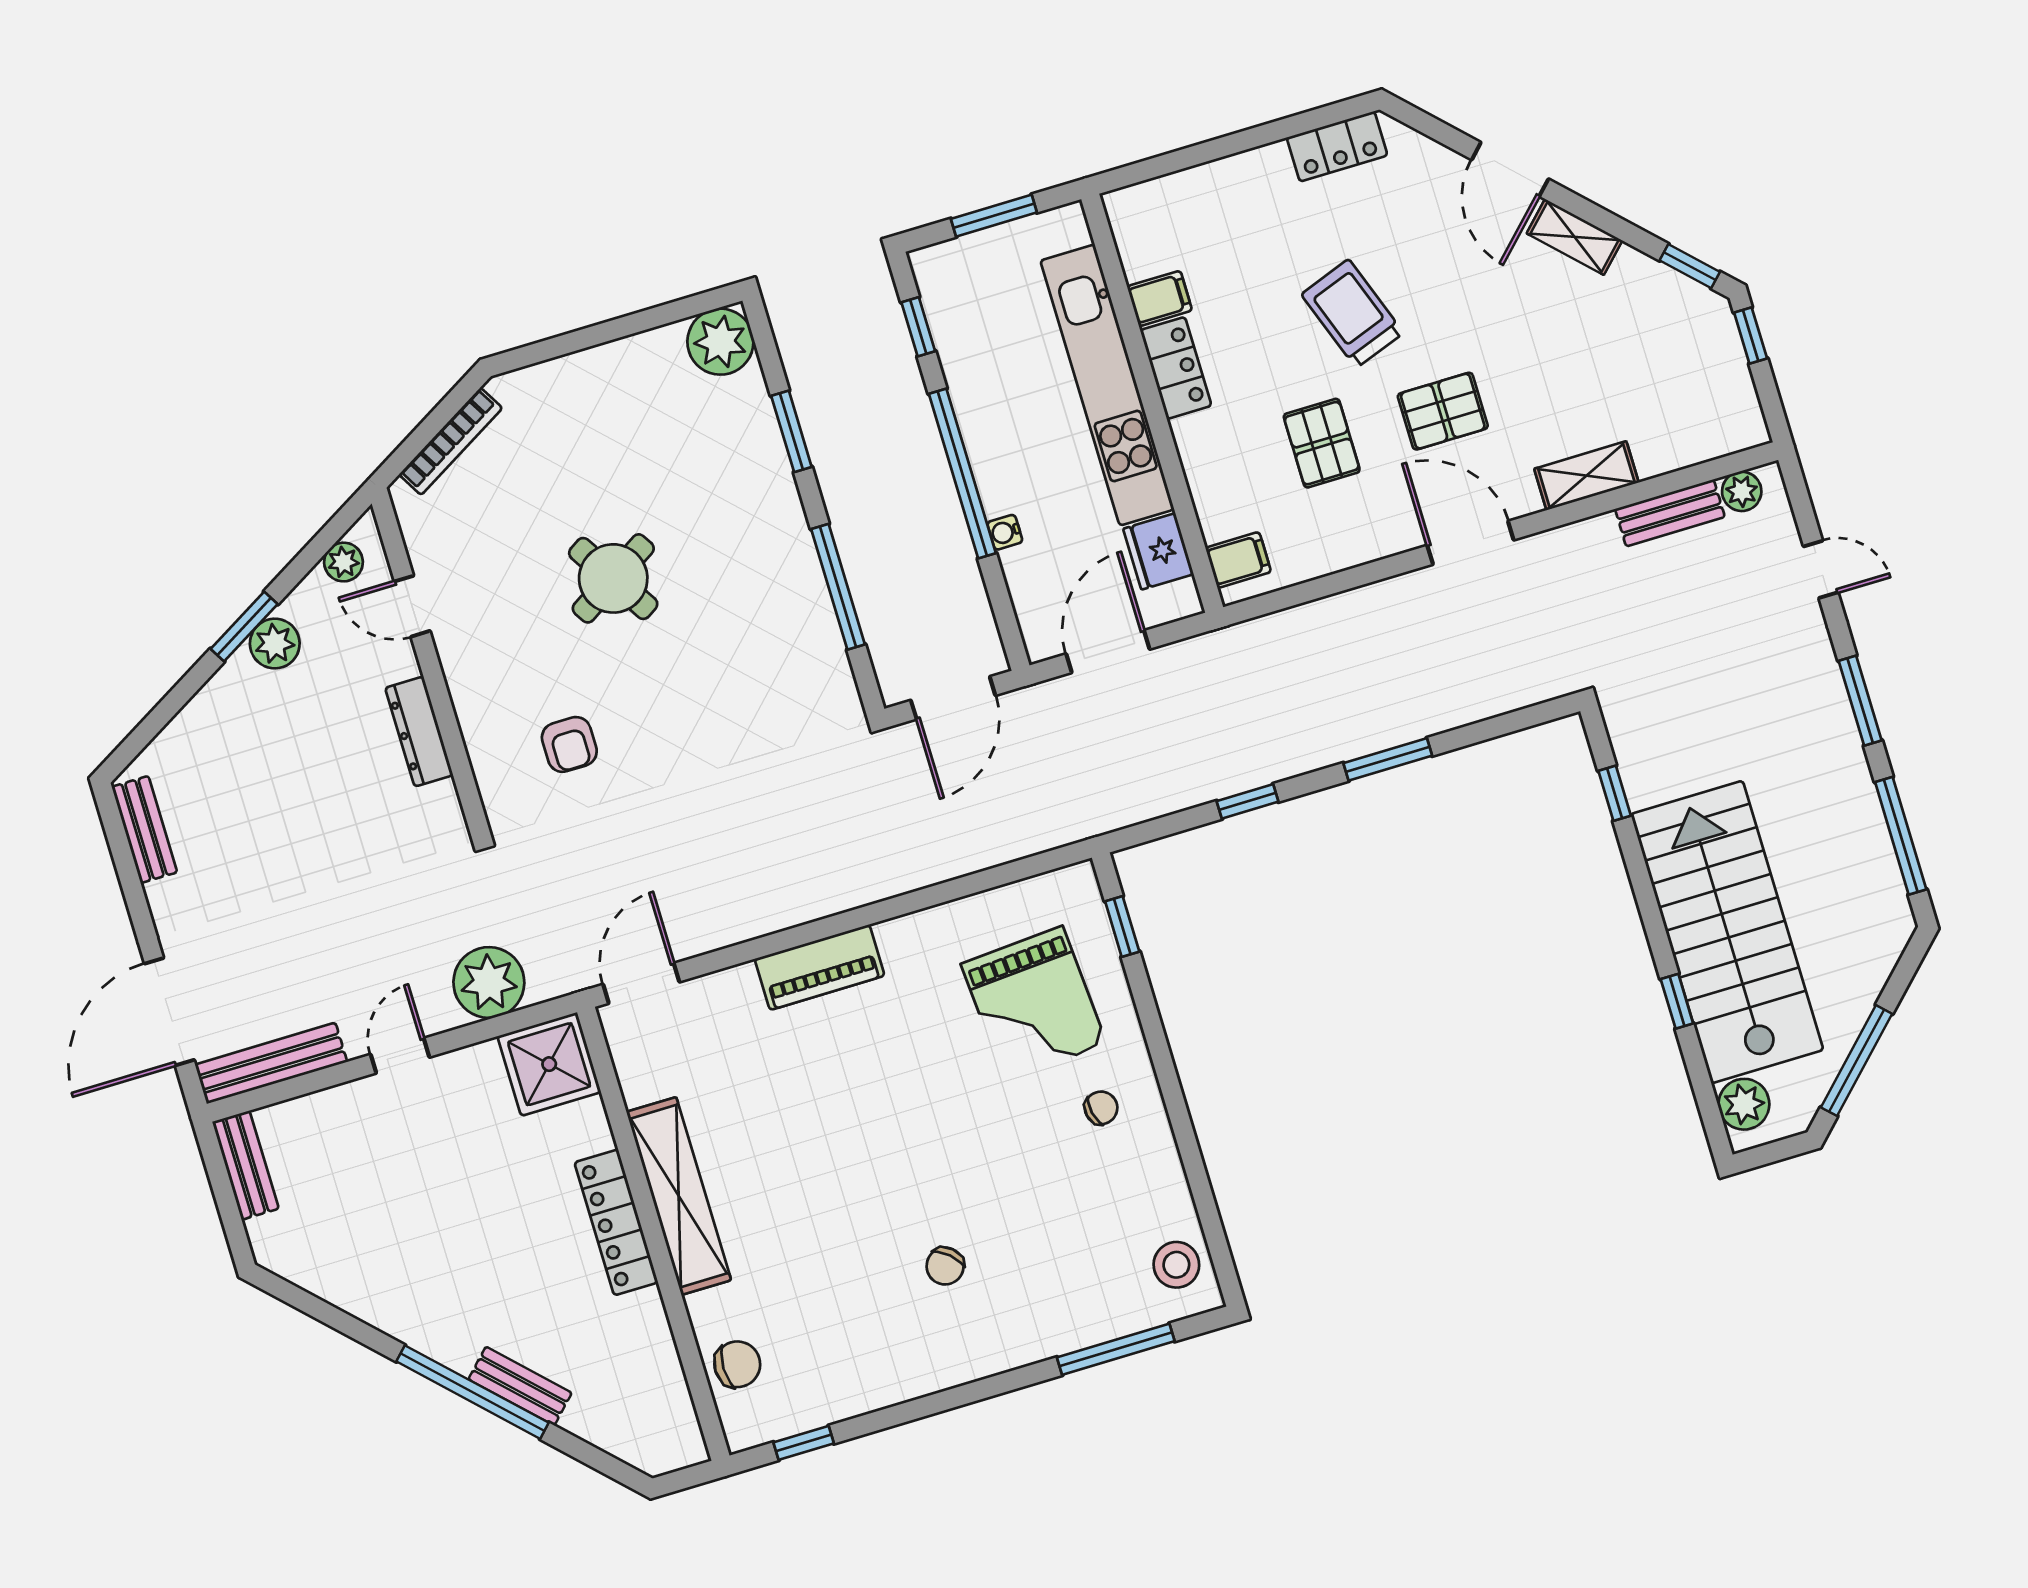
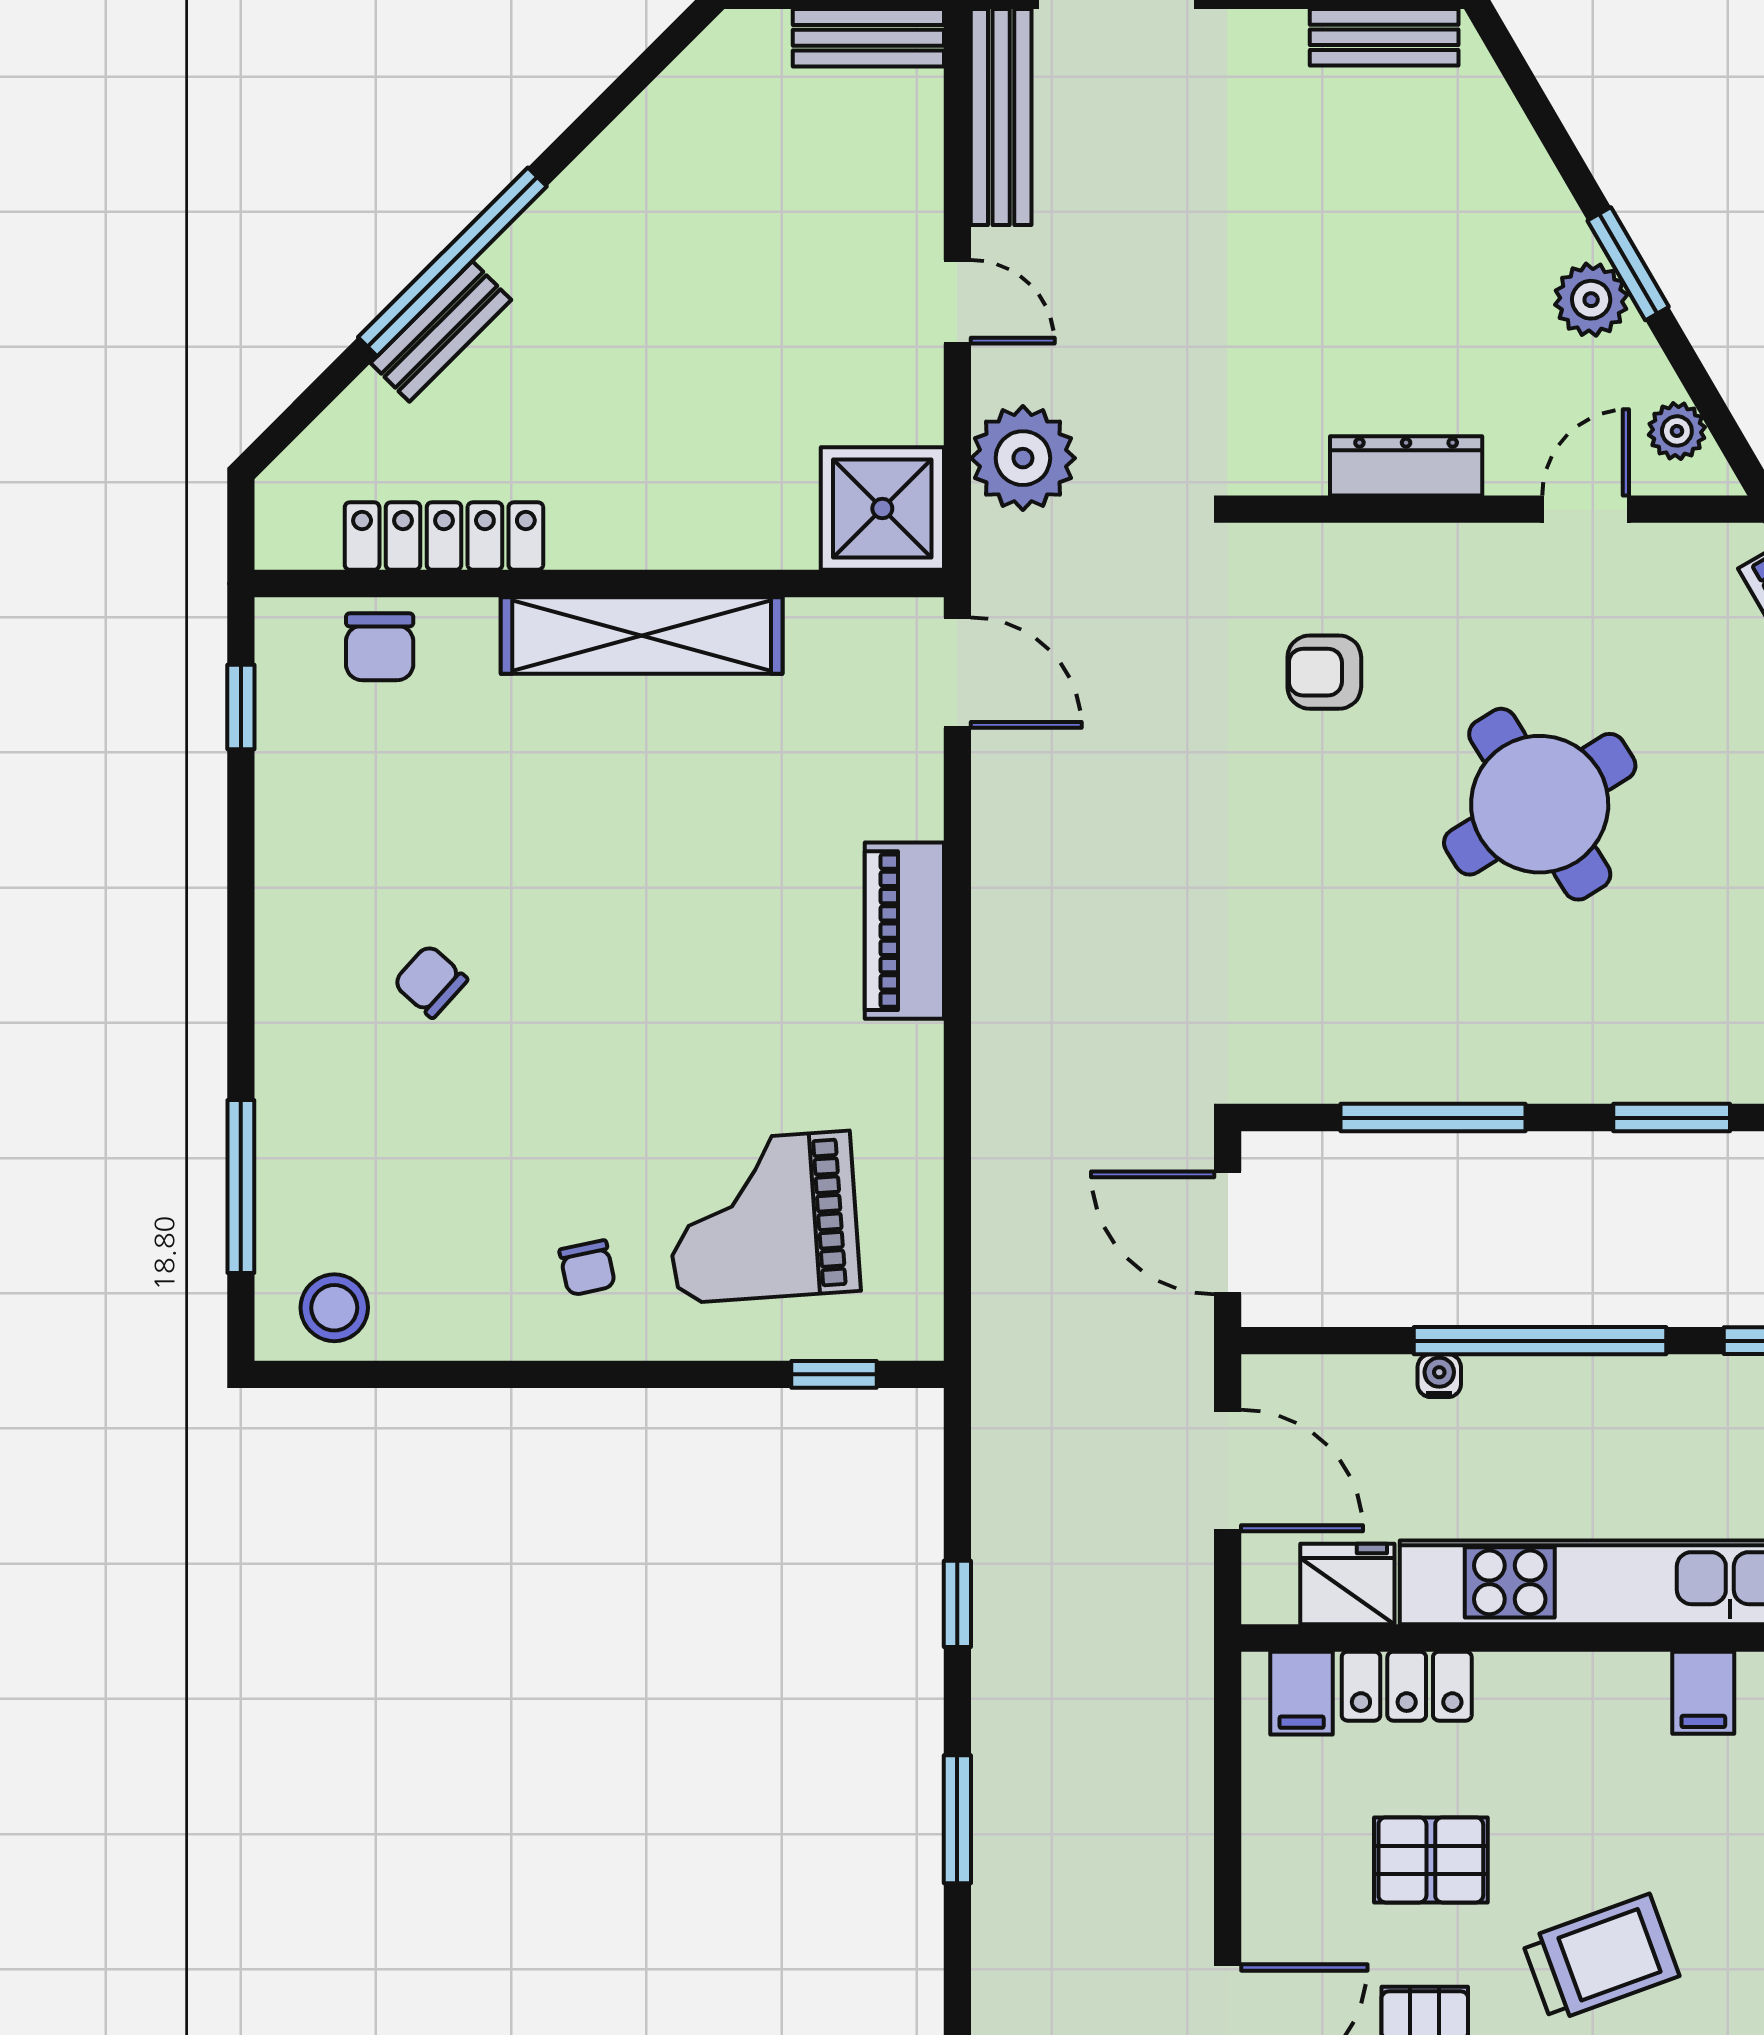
locker: (1176, 368) -> (1407, 1686), moved
round table: (613, 578) -> (1540, 804), width x1.36, depth x1.36
locker: (616, 1222) -> (444, 536), moved

